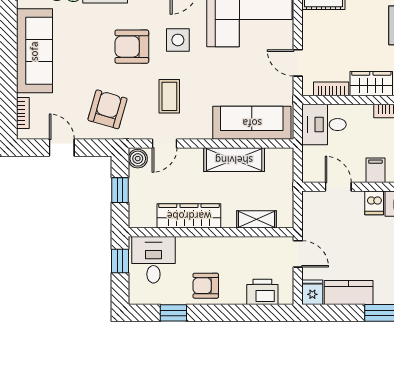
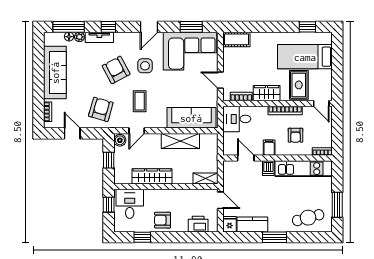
armchair: (132, 47) -> (116, 70), turned 62
shelving: (256, 219) -> (205, 178), moved

